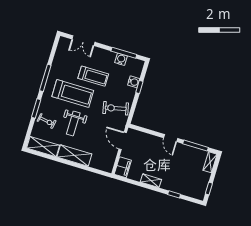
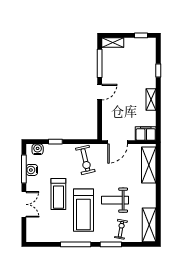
double door: (83, 41) -> (24, 204), moved
treadmill: (93, 76) -> (58, 194), turned 180
water cooler: (134, 82) -> (38, 149), moved
treadmill: (73, 94) -> (83, 210), turned 180
weight bench: (73, 123) -> (115, 200), turned 180
shelving: (74, 156) -> (149, 165), moved

